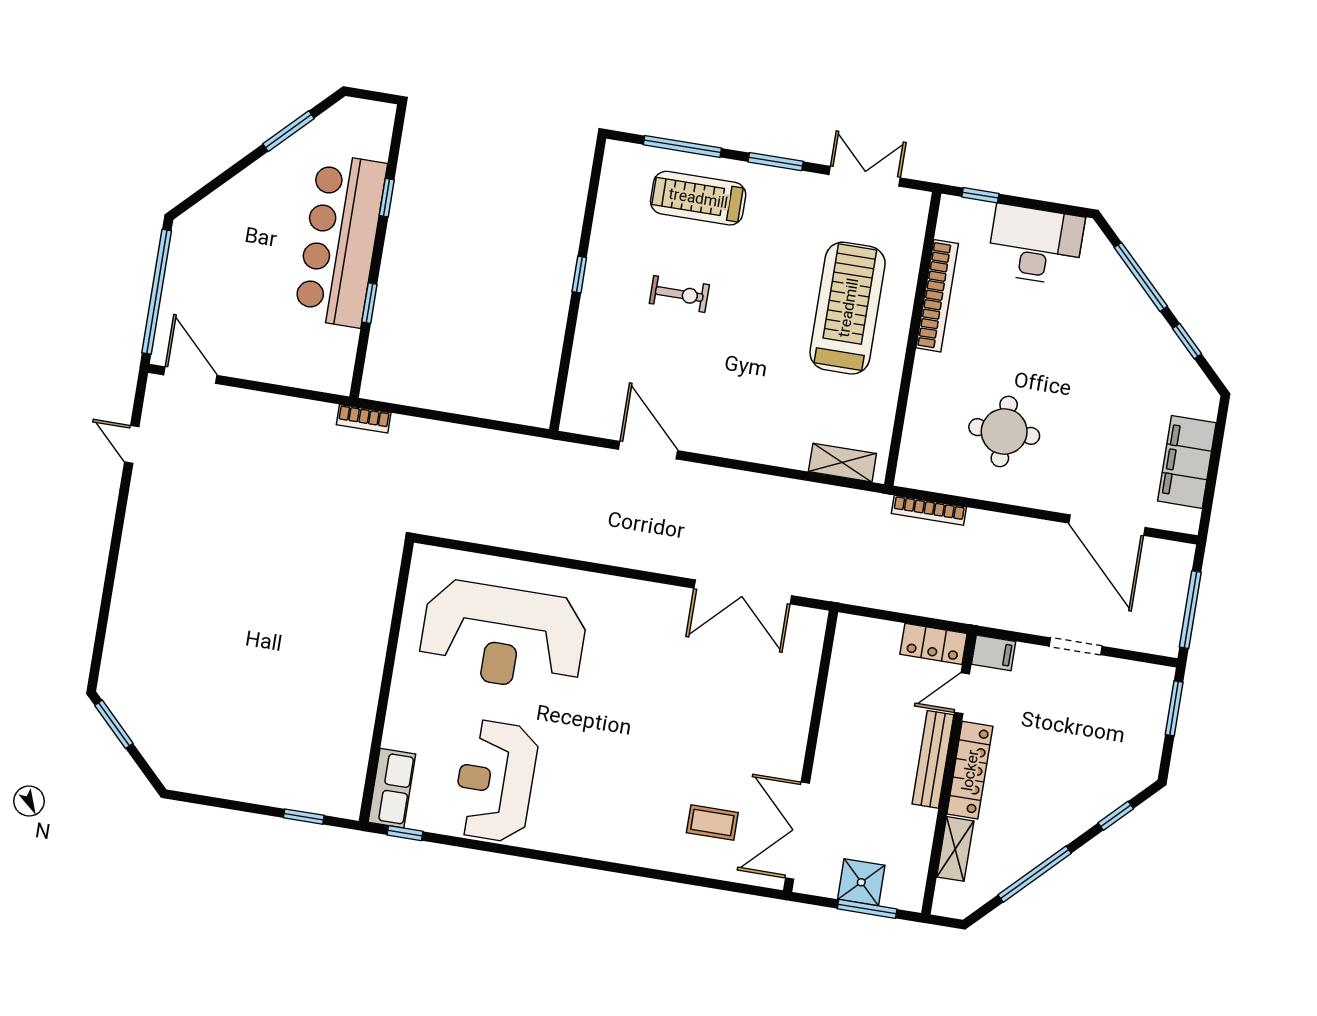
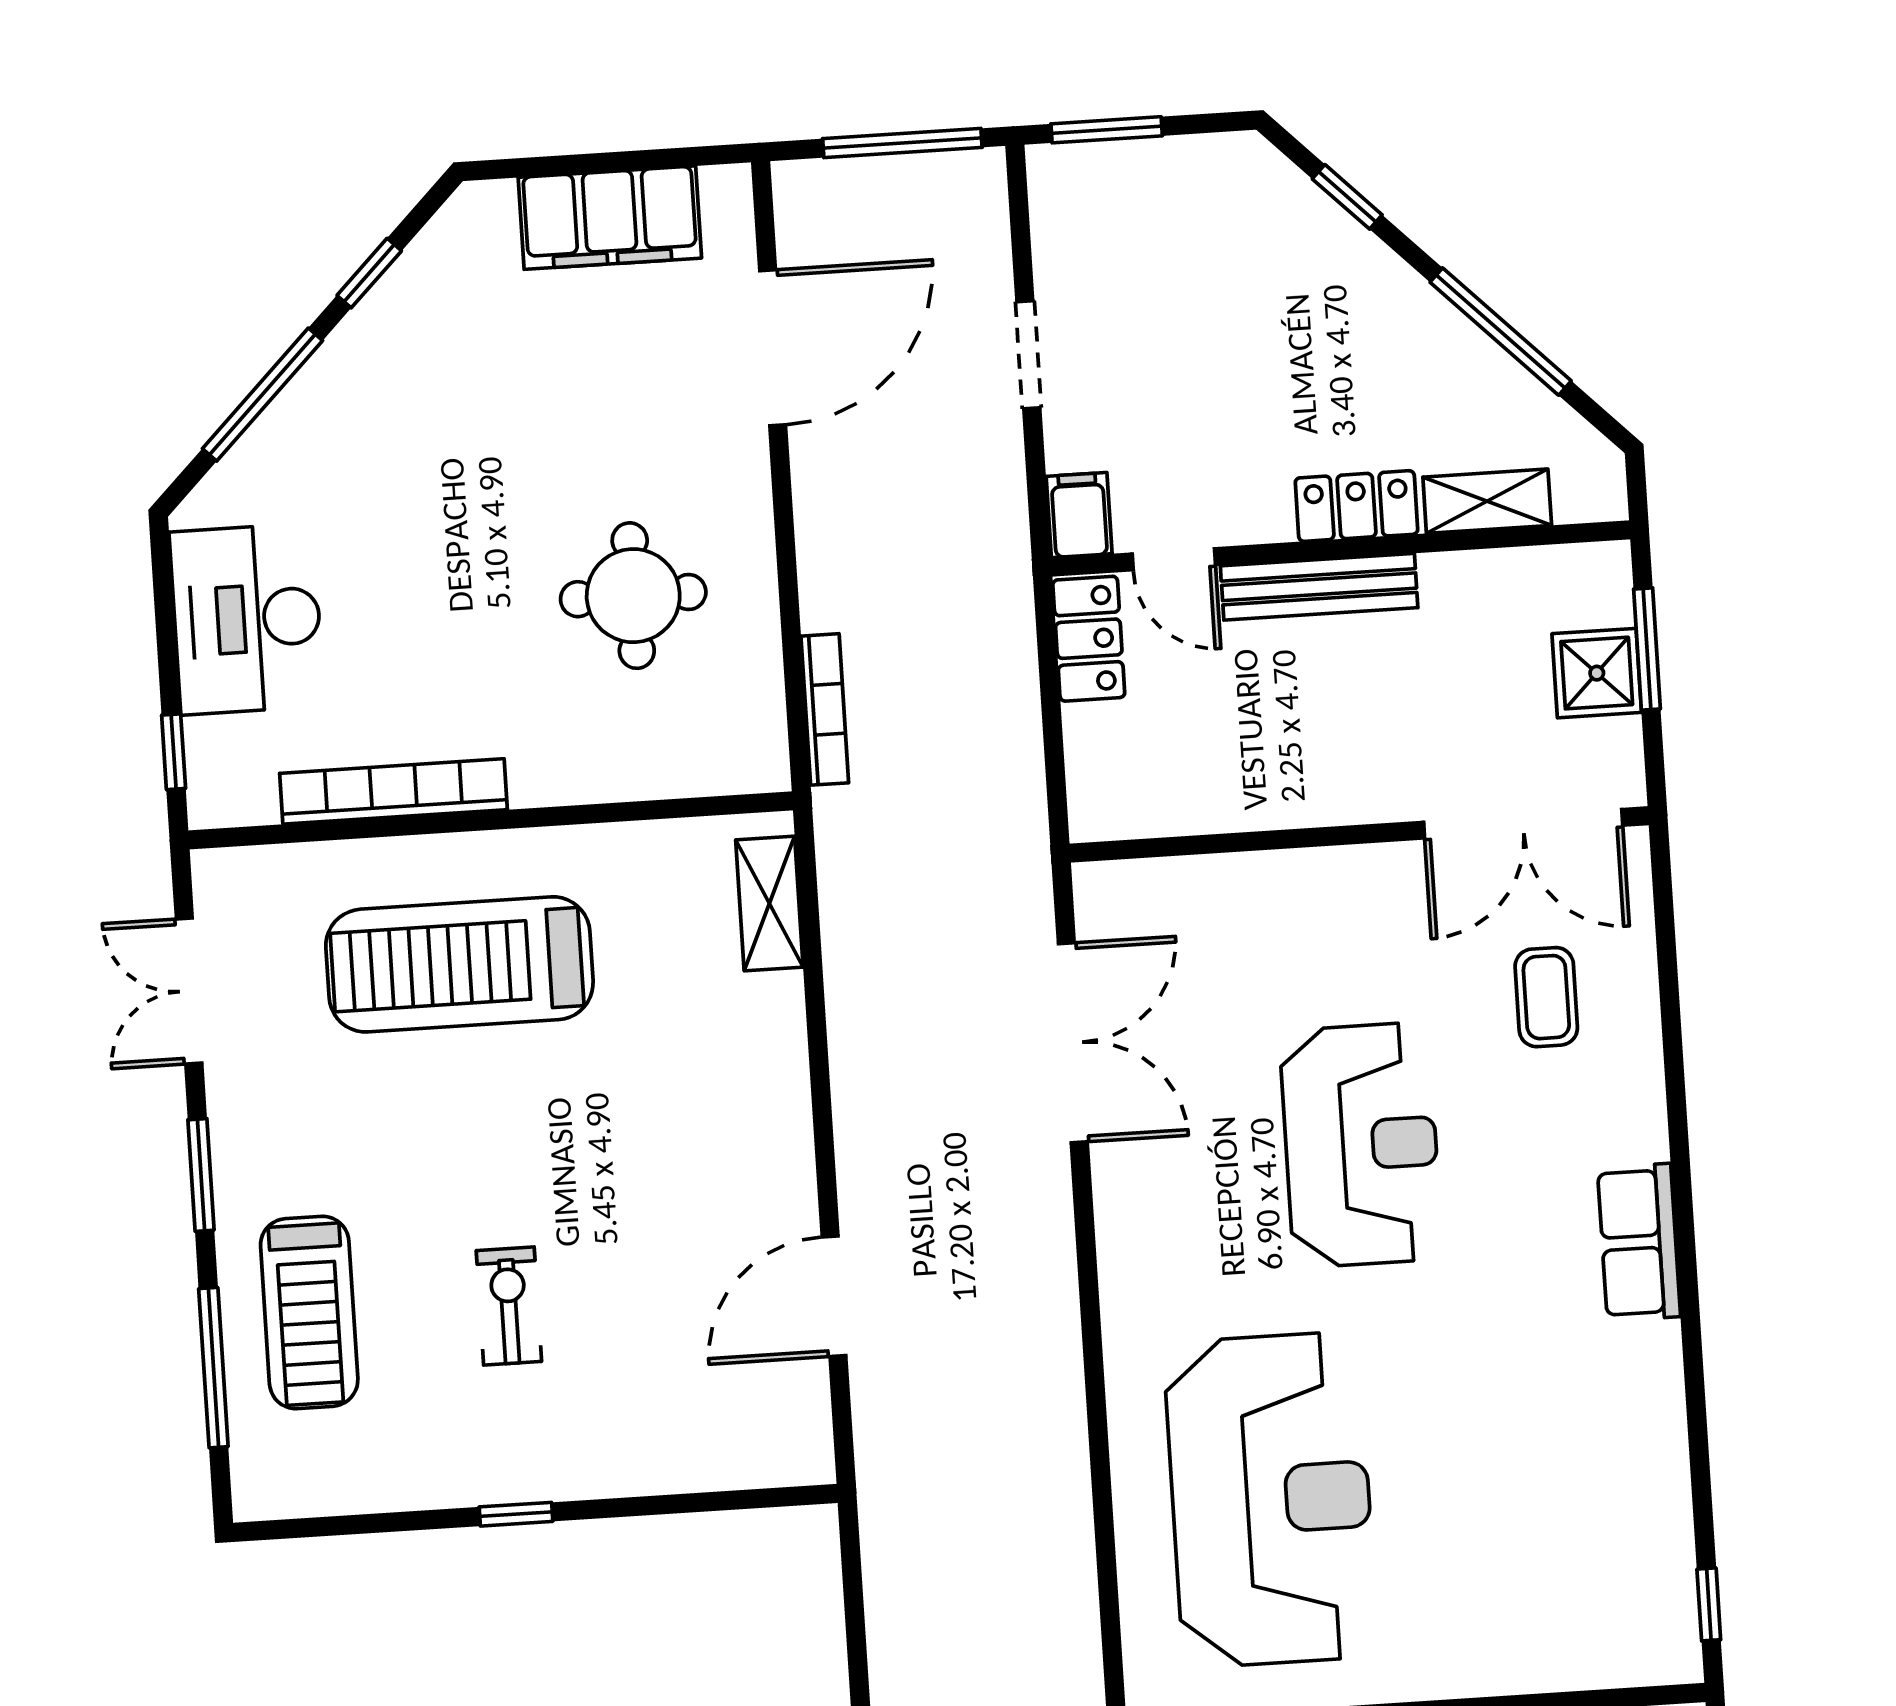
locker: (970, 770) -> (1356, 506), width x0.66
reception desk: (495, 781) -> (1361, 1145), moved, turned -90
row of seats: (392, 788) -> (1639, 1242), moved, turned -90

